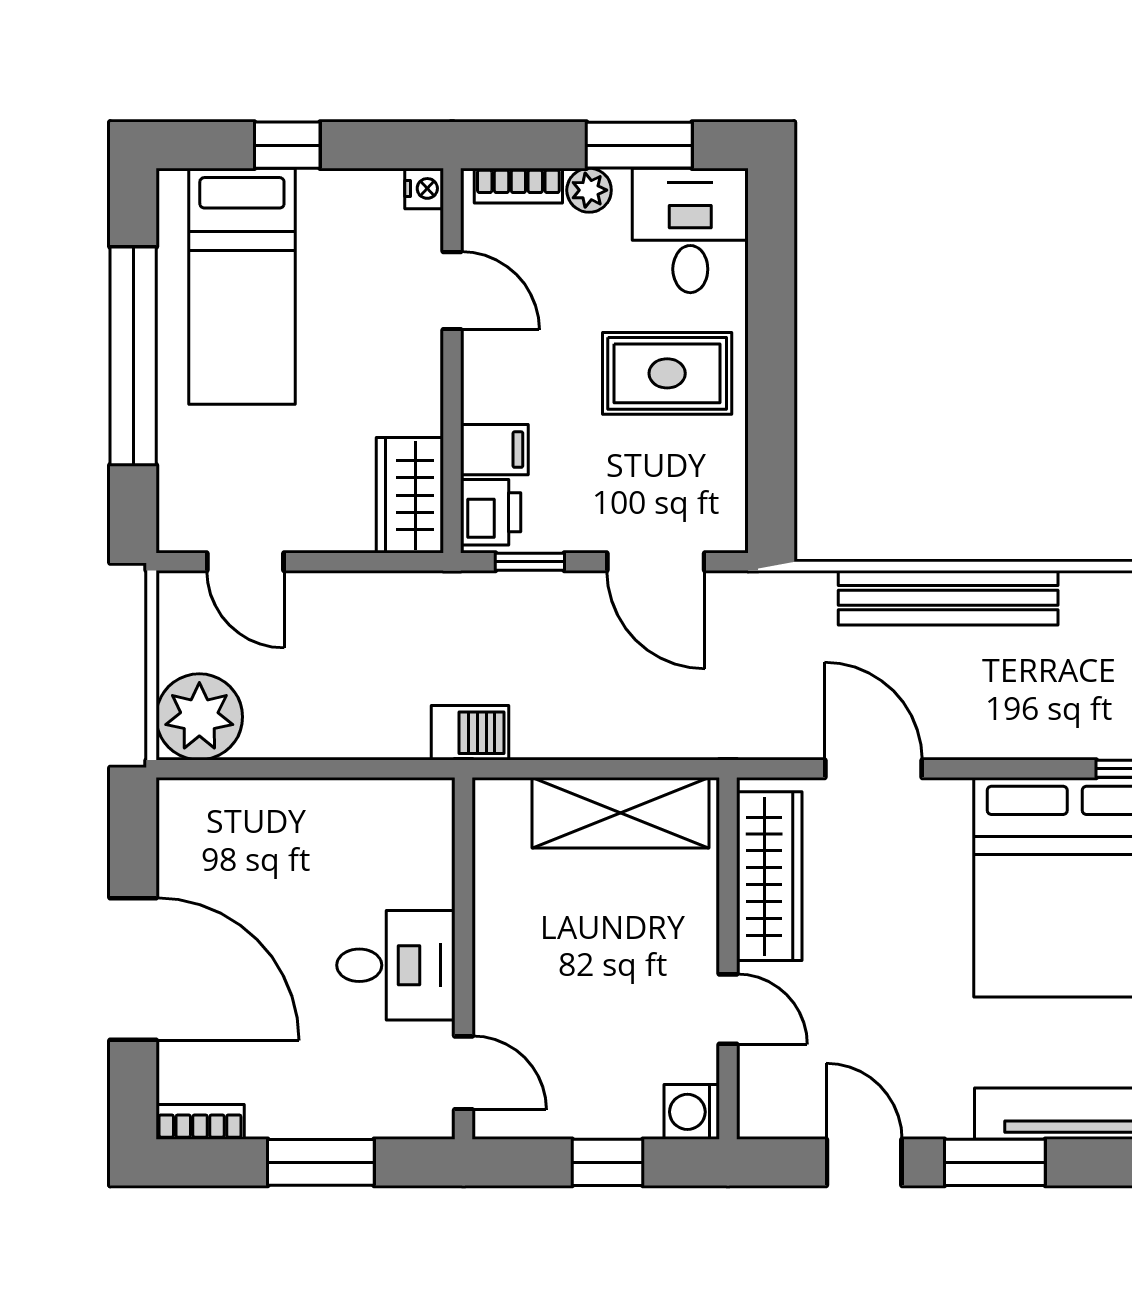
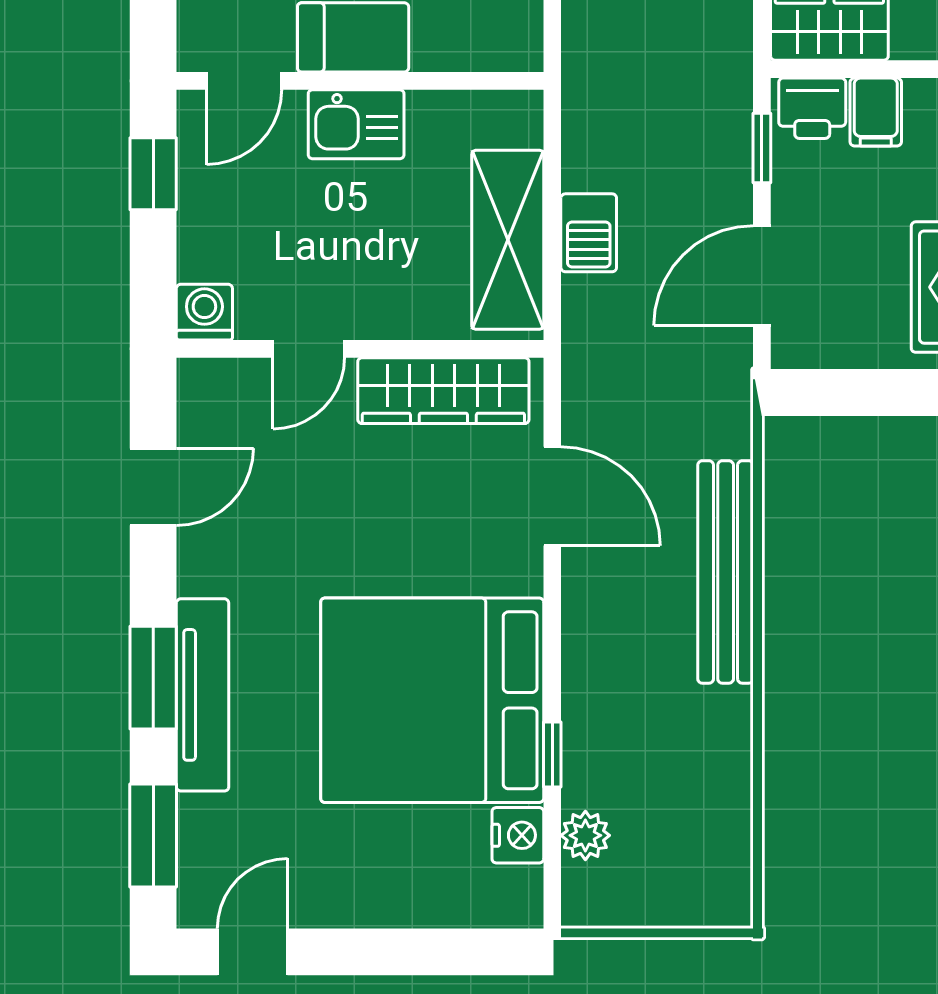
barbecue: (470, 733) -> (589, 233), moved
door: (873, 769) -> (552, 496), hinge flipped
kitchen sink: (506, 962) -> (356, 124), added
window: (607, 1162) -> (153, 174), moved
window: (995, 1162) -> (153, 678), moved

